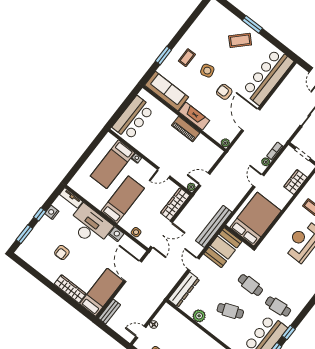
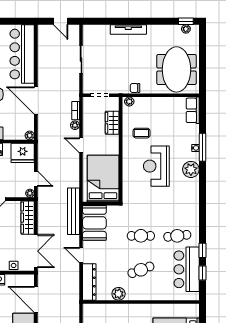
fridge: (210, 152) -> (23, 153), added
door: (204, 179) -> (36, 179), swing flipped

